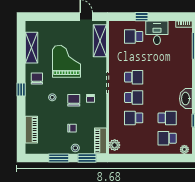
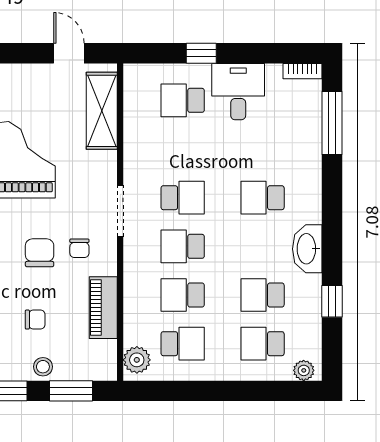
school desk: (167, 77) -> (263, 198), added
school desk: (134, 98) -> (183, 246), turned 180
school desk: (167, 118) -> (263, 295), turned 180
school desk: (134, 138) -> (183, 344), added
piano: (101, 141) -> (103, 308), moved

